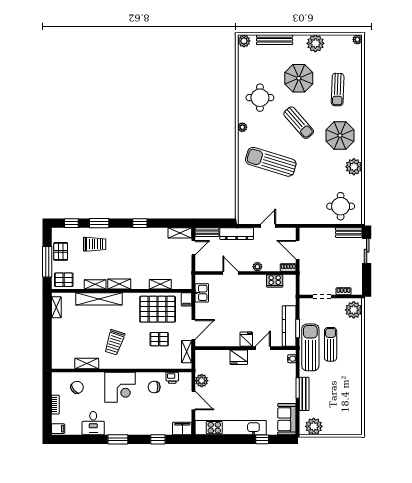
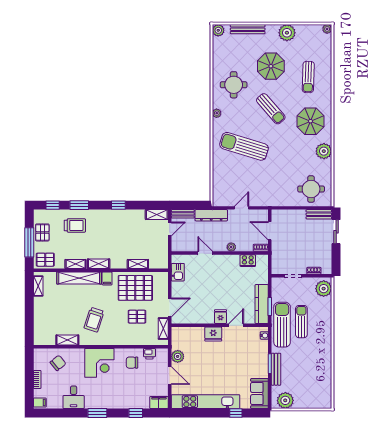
filing cabinet: (187, 299) -> (107, 278), moved

